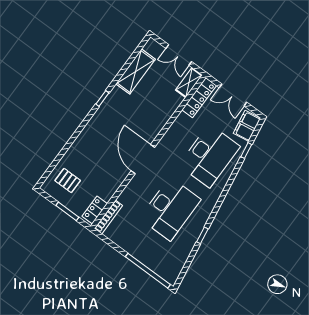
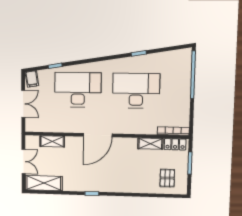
shelving: (136, 72) -> (44, 183), moved
shelving: (189, 83) -> (52, 141), moved
locker: (199, 98) -> (42, 126), removed
filing cabinet: (247, 126) -> (32, 79), width x0.50
door: (143, 159) -> (98, 135), moved
shelving: (111, 188) -> (150, 144), added

